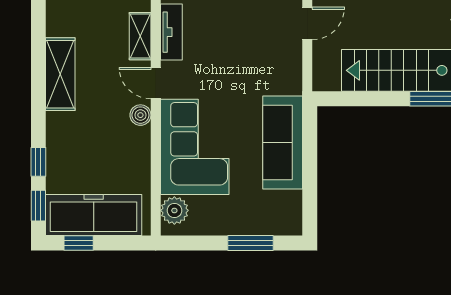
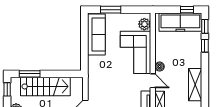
sofa: (283, 143) -> (96, 34), moved

